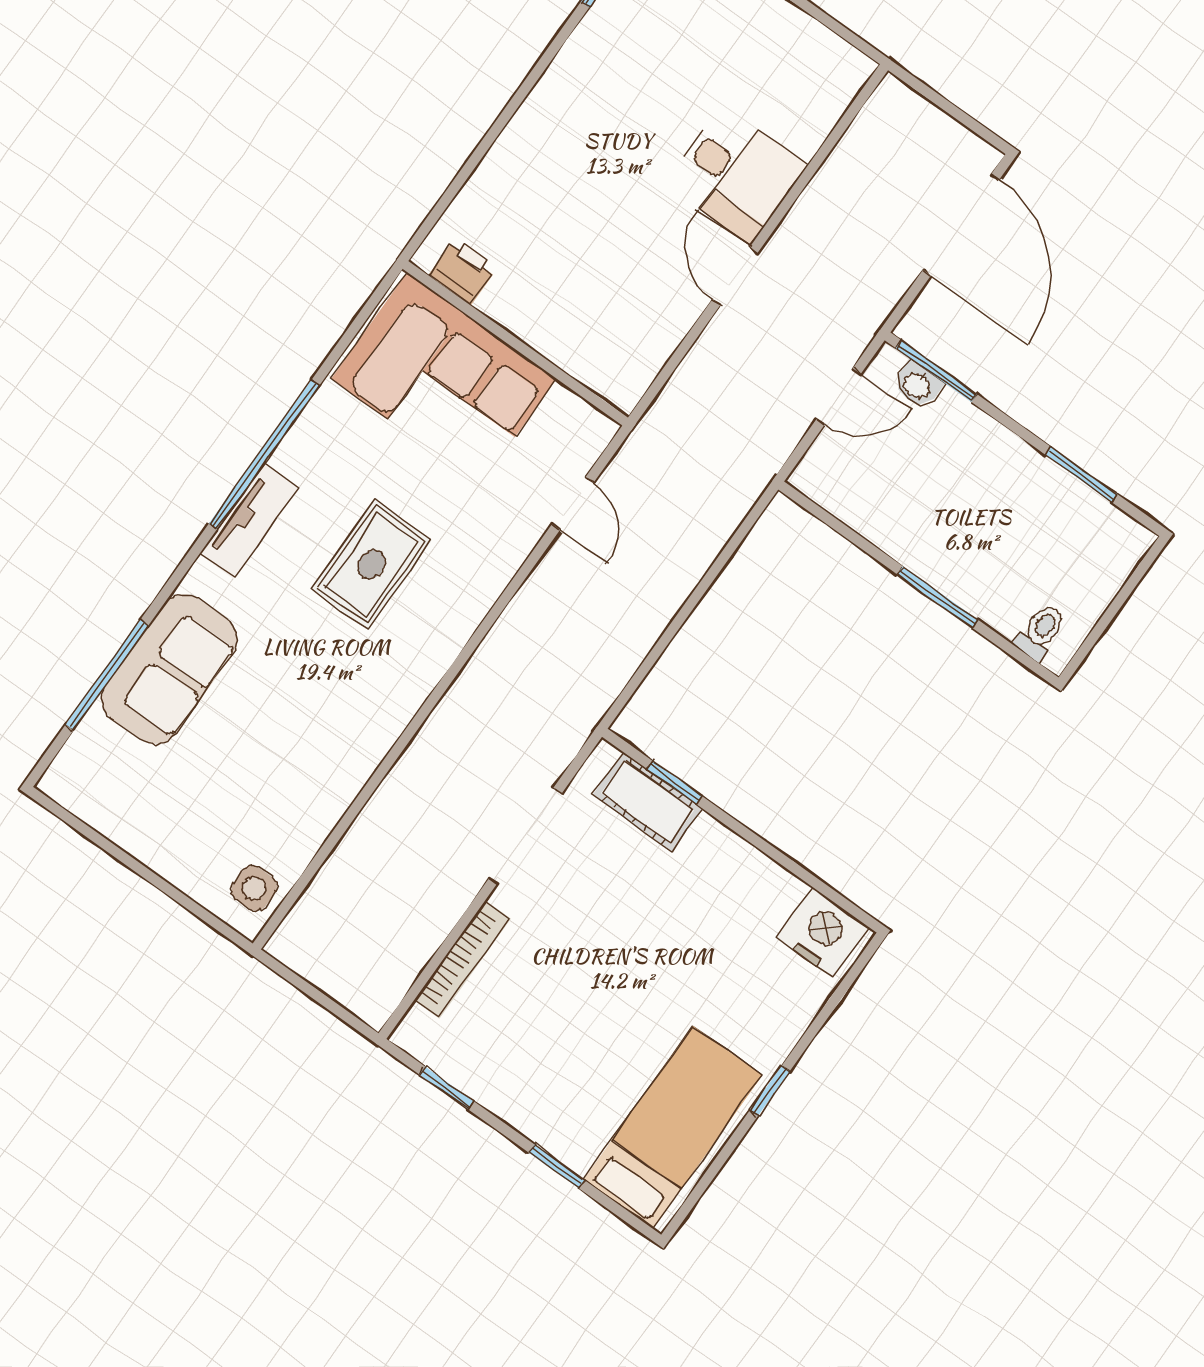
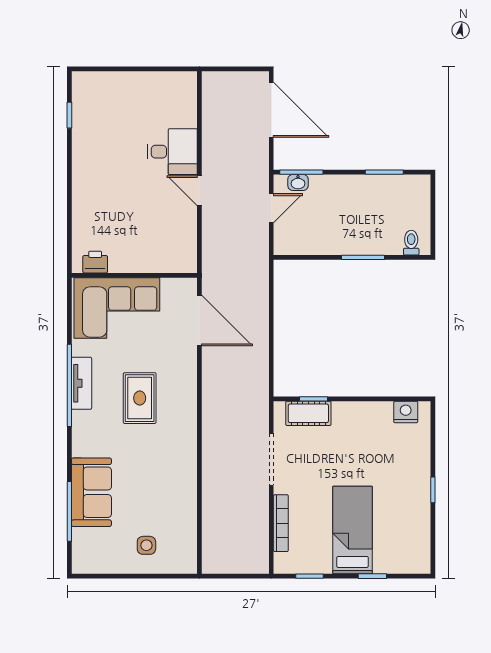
door: (573, 503) -> (199, 320), width x1.87
tv unit: (249, 521) -> (82, 383), moved
side table: (254, 888) -> (146, 545), moved
nightstand: (823, 932) -> (406, 412), width x0.74, depth x0.75
bed: (673, 1128) -> (352, 530), moved

